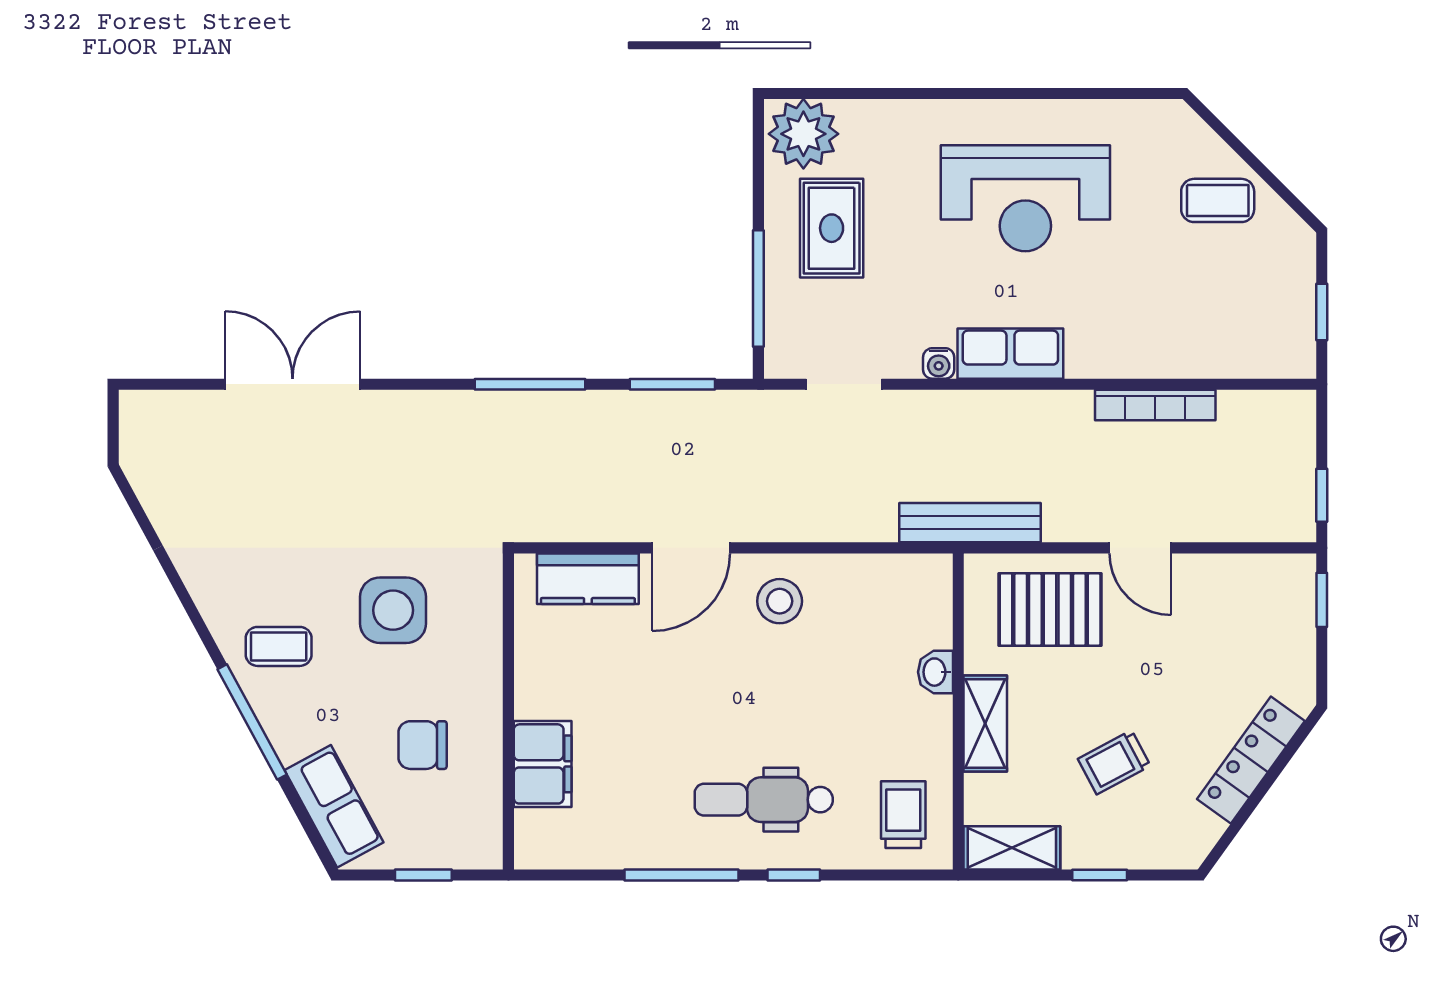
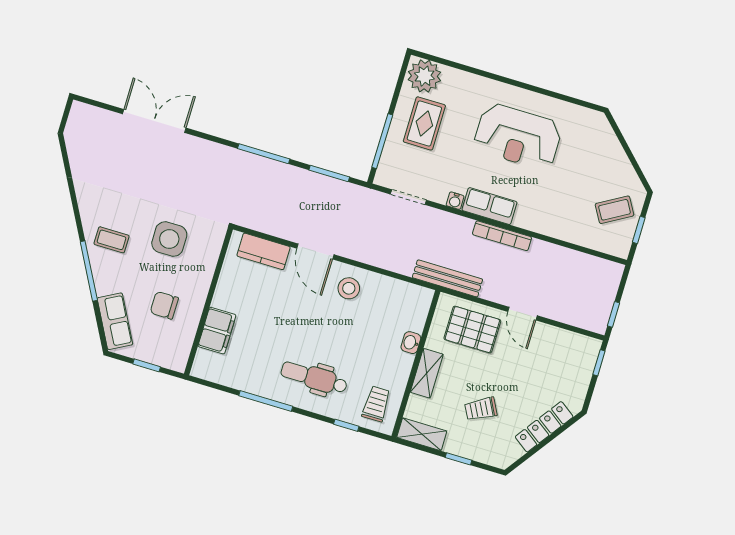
coffee table: (1218, 200) -> (615, 210), moved, turned -30
bookcase: (1155, 405) -> (502, 236), moved
door: (691, 548) -> (315, 251), hinge flipped
window: (794, 875) -> (346, 425), moved

